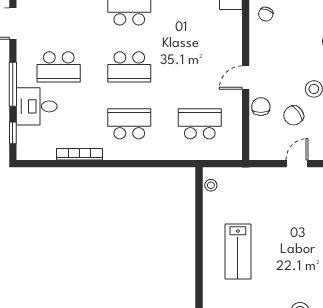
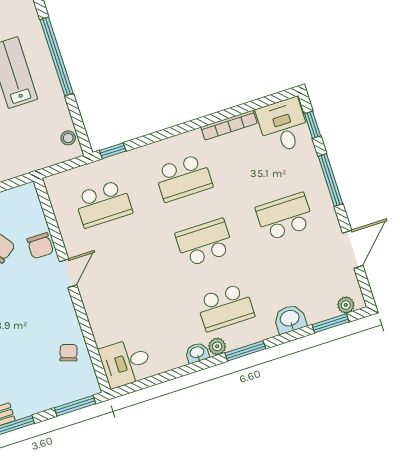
desk: (37, 106) -> (283, 126), moved, turned -90
window: (179, 164) -> (113, 151), added
window: (199, 253) -> (57, 56), added

